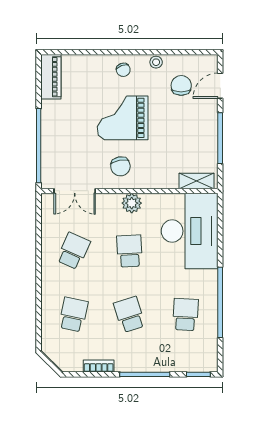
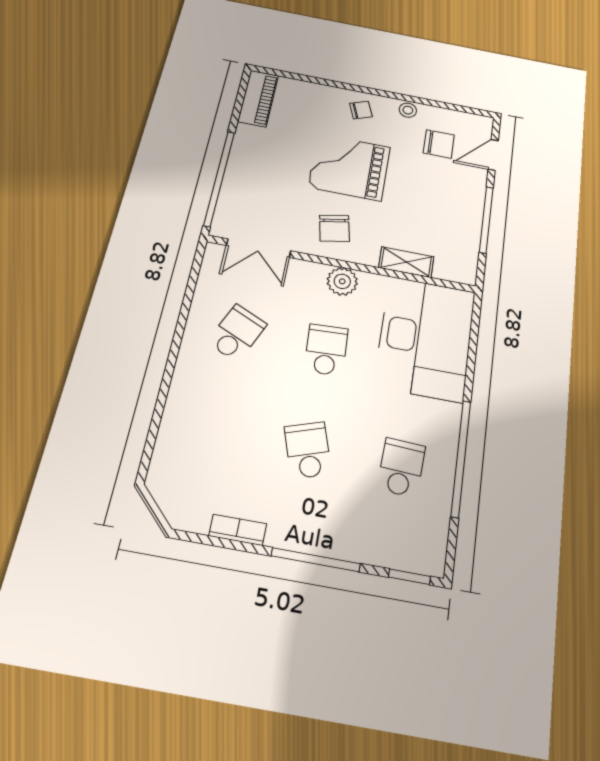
chair: (123, 70) -> (361, 110), turned -90
chair: (181, 85) -> (439, 144), turned 90
shelving: (196, 181) -> (406, 262), moved
school desk: (73, 314) -> (214, 433), removed

